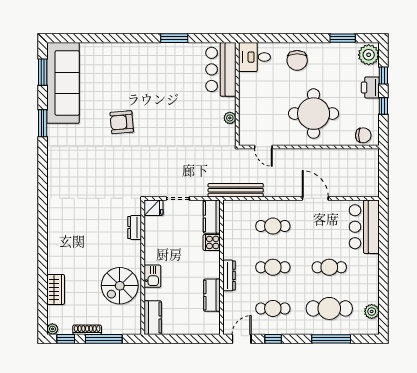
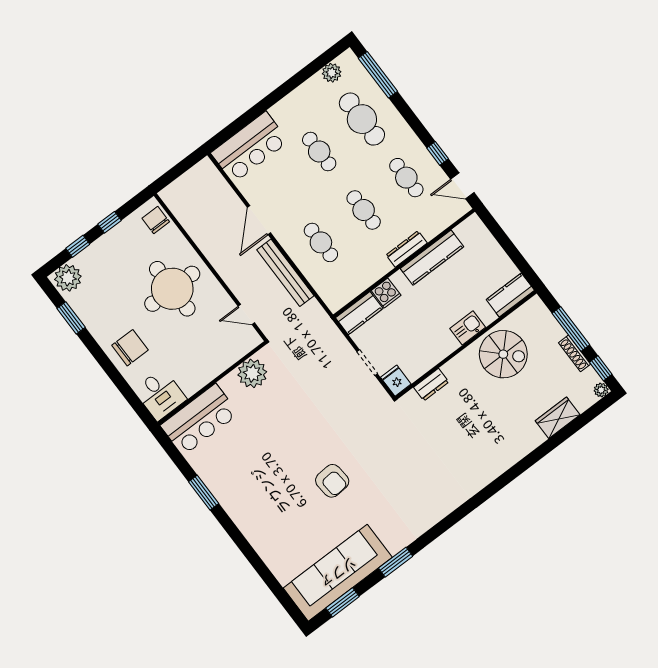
printer: (370, 87) -> (101, 250), removed
plant: (230, 118) -> (252, 373), width x1.88, depth x1.88
door: (263, 147) -> (246, 314), swing flipped
bench: (236, 190) -> (285, 273), moved
kitchen counter: (212, 295) -> (432, 258), width x1.50
window: (331, 339) -> (378, 75), moved

